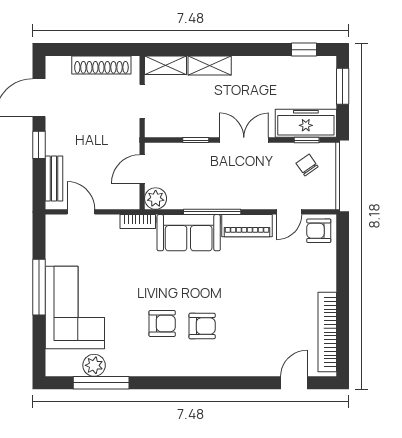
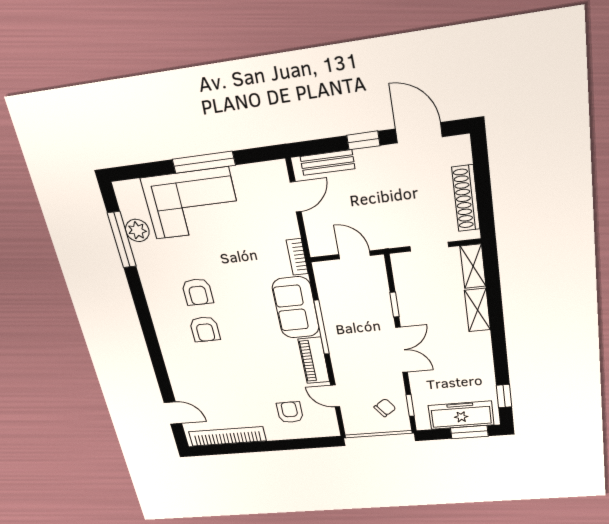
freezer: (306, 123) -> (461, 415), moved, turned -90
plant: (156, 199) -> (325, 272), removed
armchair: (319, 231) -> (290, 412), moved

